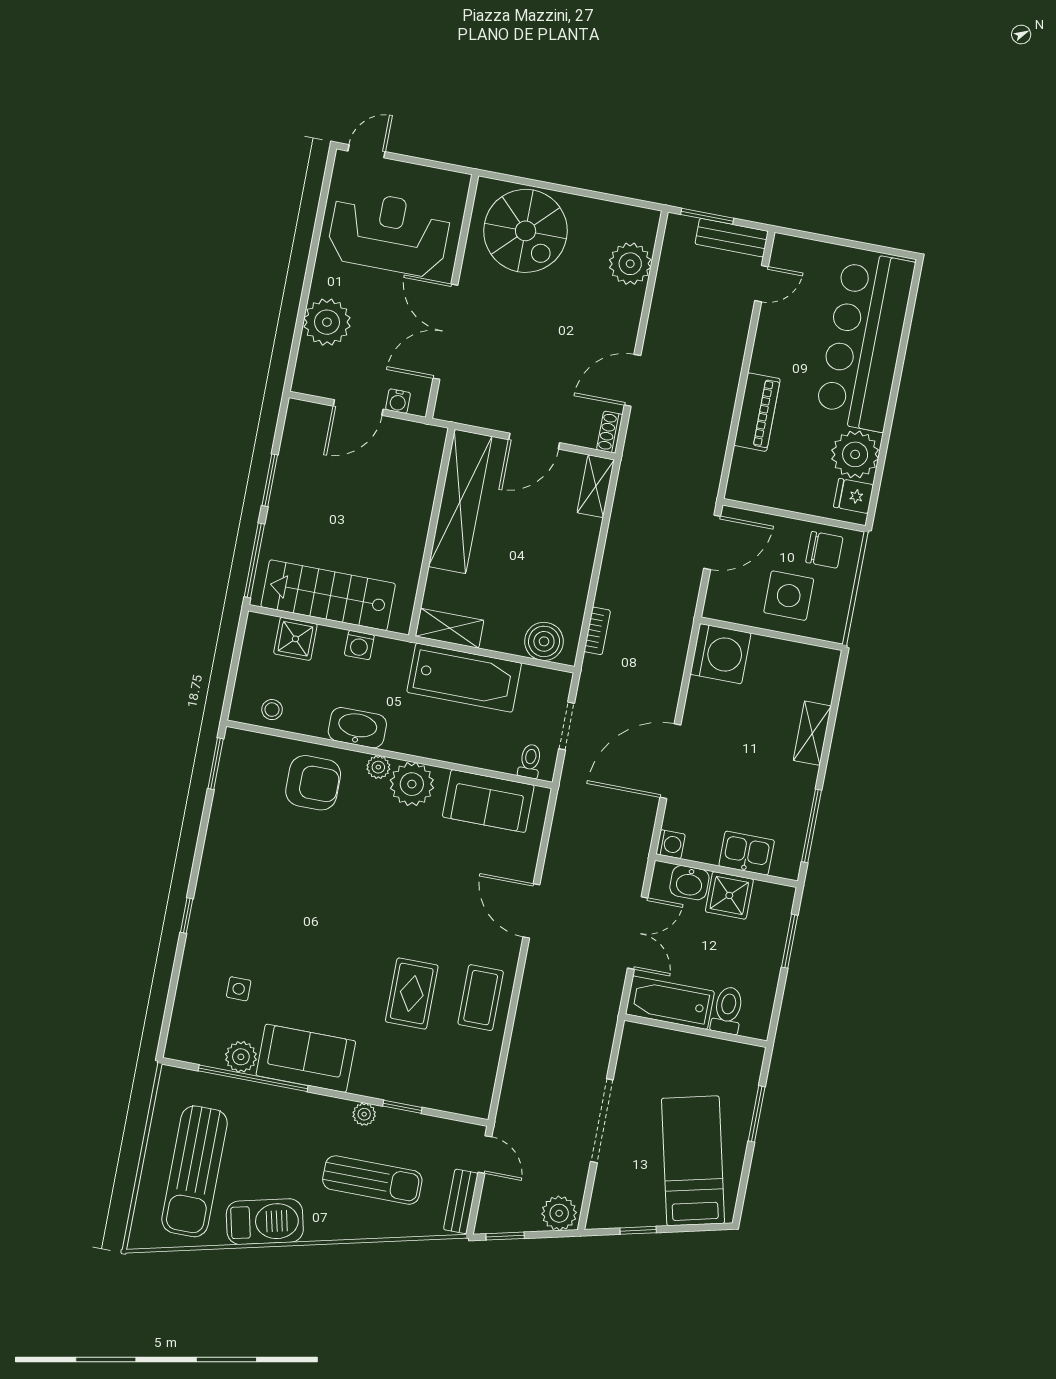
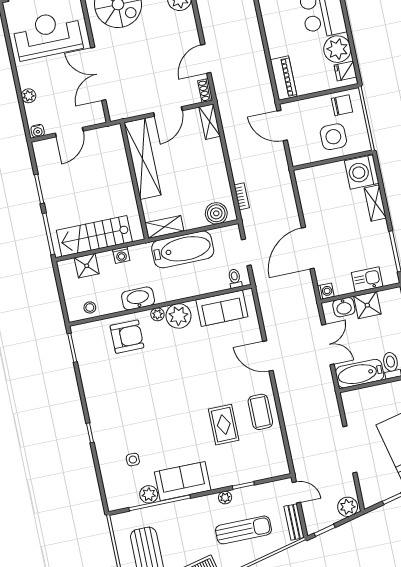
plant: (327, 322) -> (29, 96), width x0.53, depth x0.53
water cooler: (398, 401) -> (38, 131), moved
piano: (757, 412) -> (284, 78), moved
door: (712, 542) -> (282, 126), swing flipped
washing machine: (721, 654) -> (362, 172), moved, turned 180

